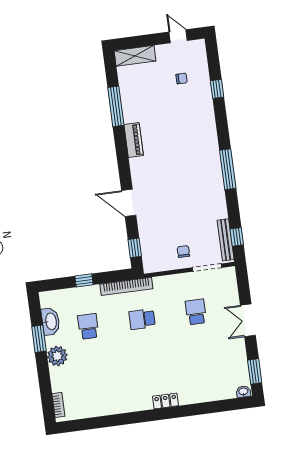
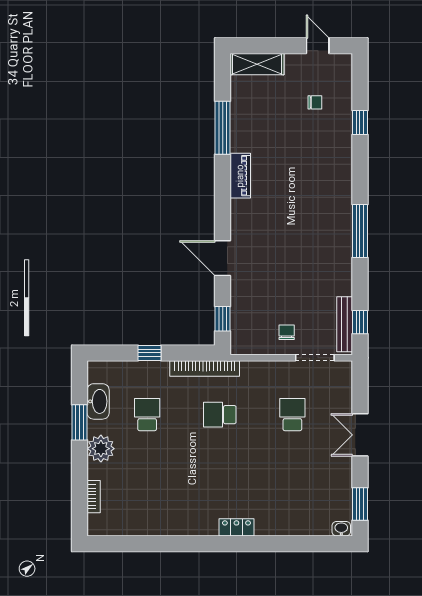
bookcase: (58, 405) -> (94, 497), moved

